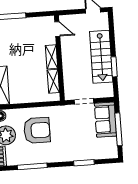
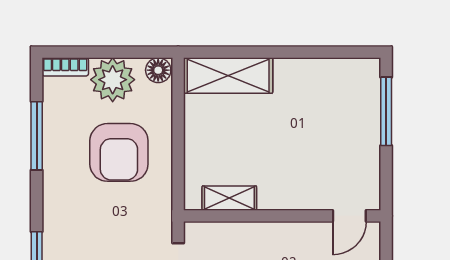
shelving: (52, 57) -> (286, 198), removed

